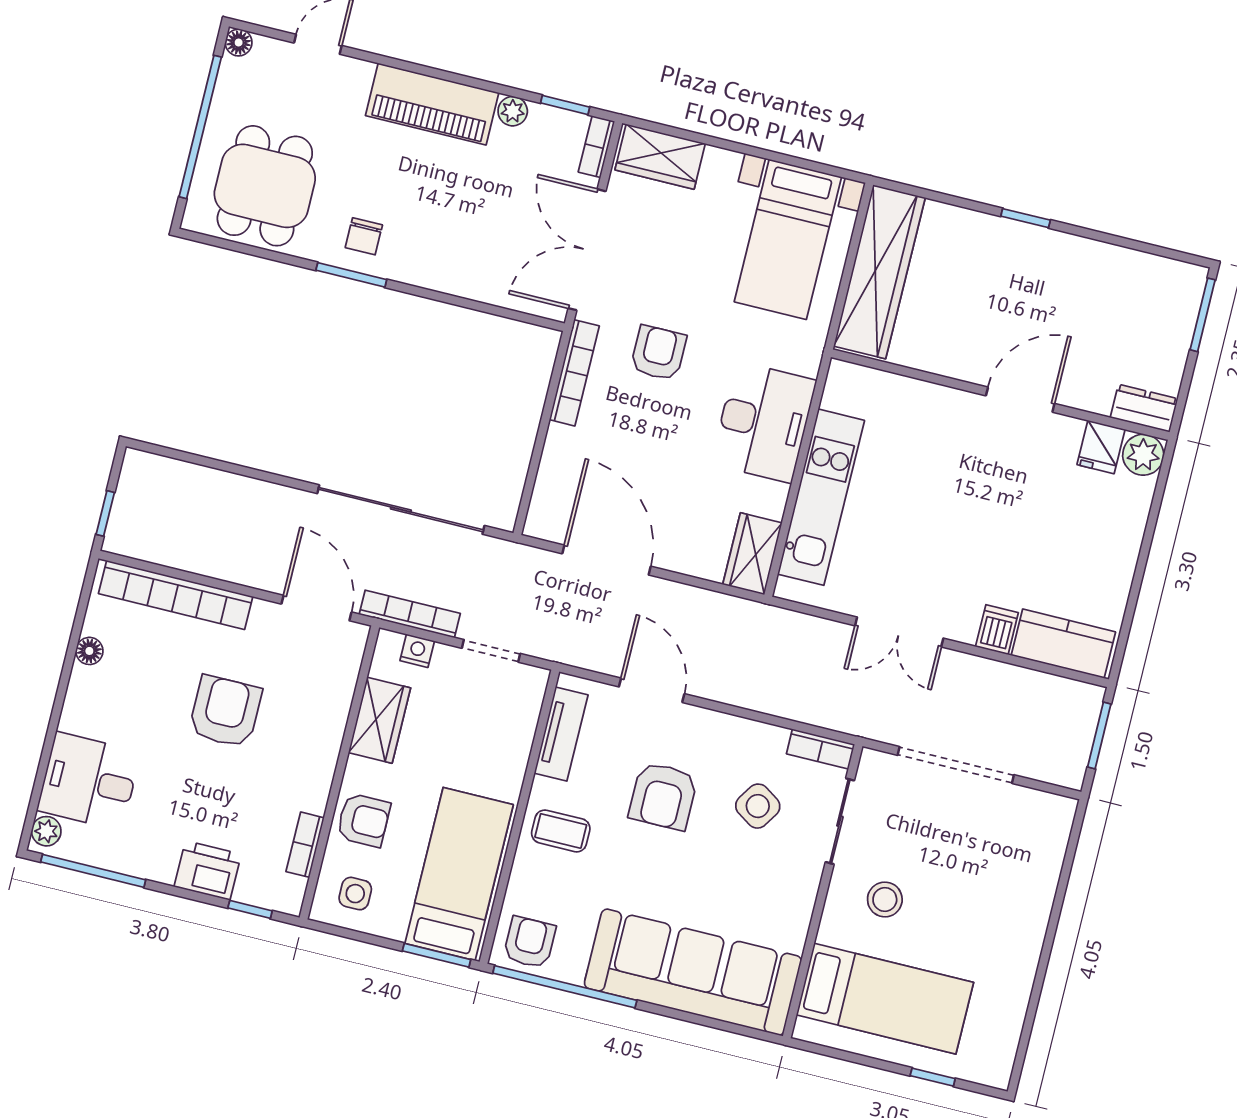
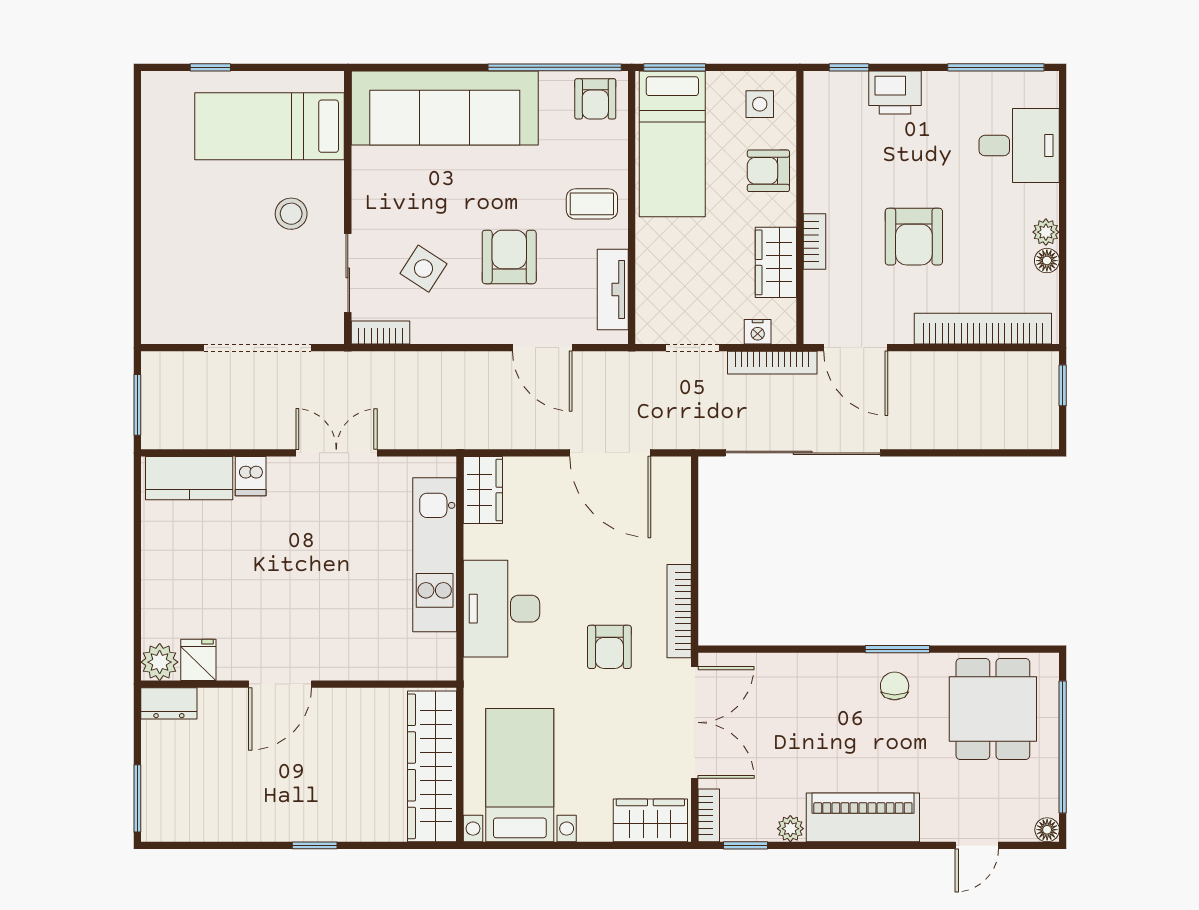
plant: (46, 831) -> (1046, 232), moved
bookcase: (305, 845) -> (815, 241), moved

